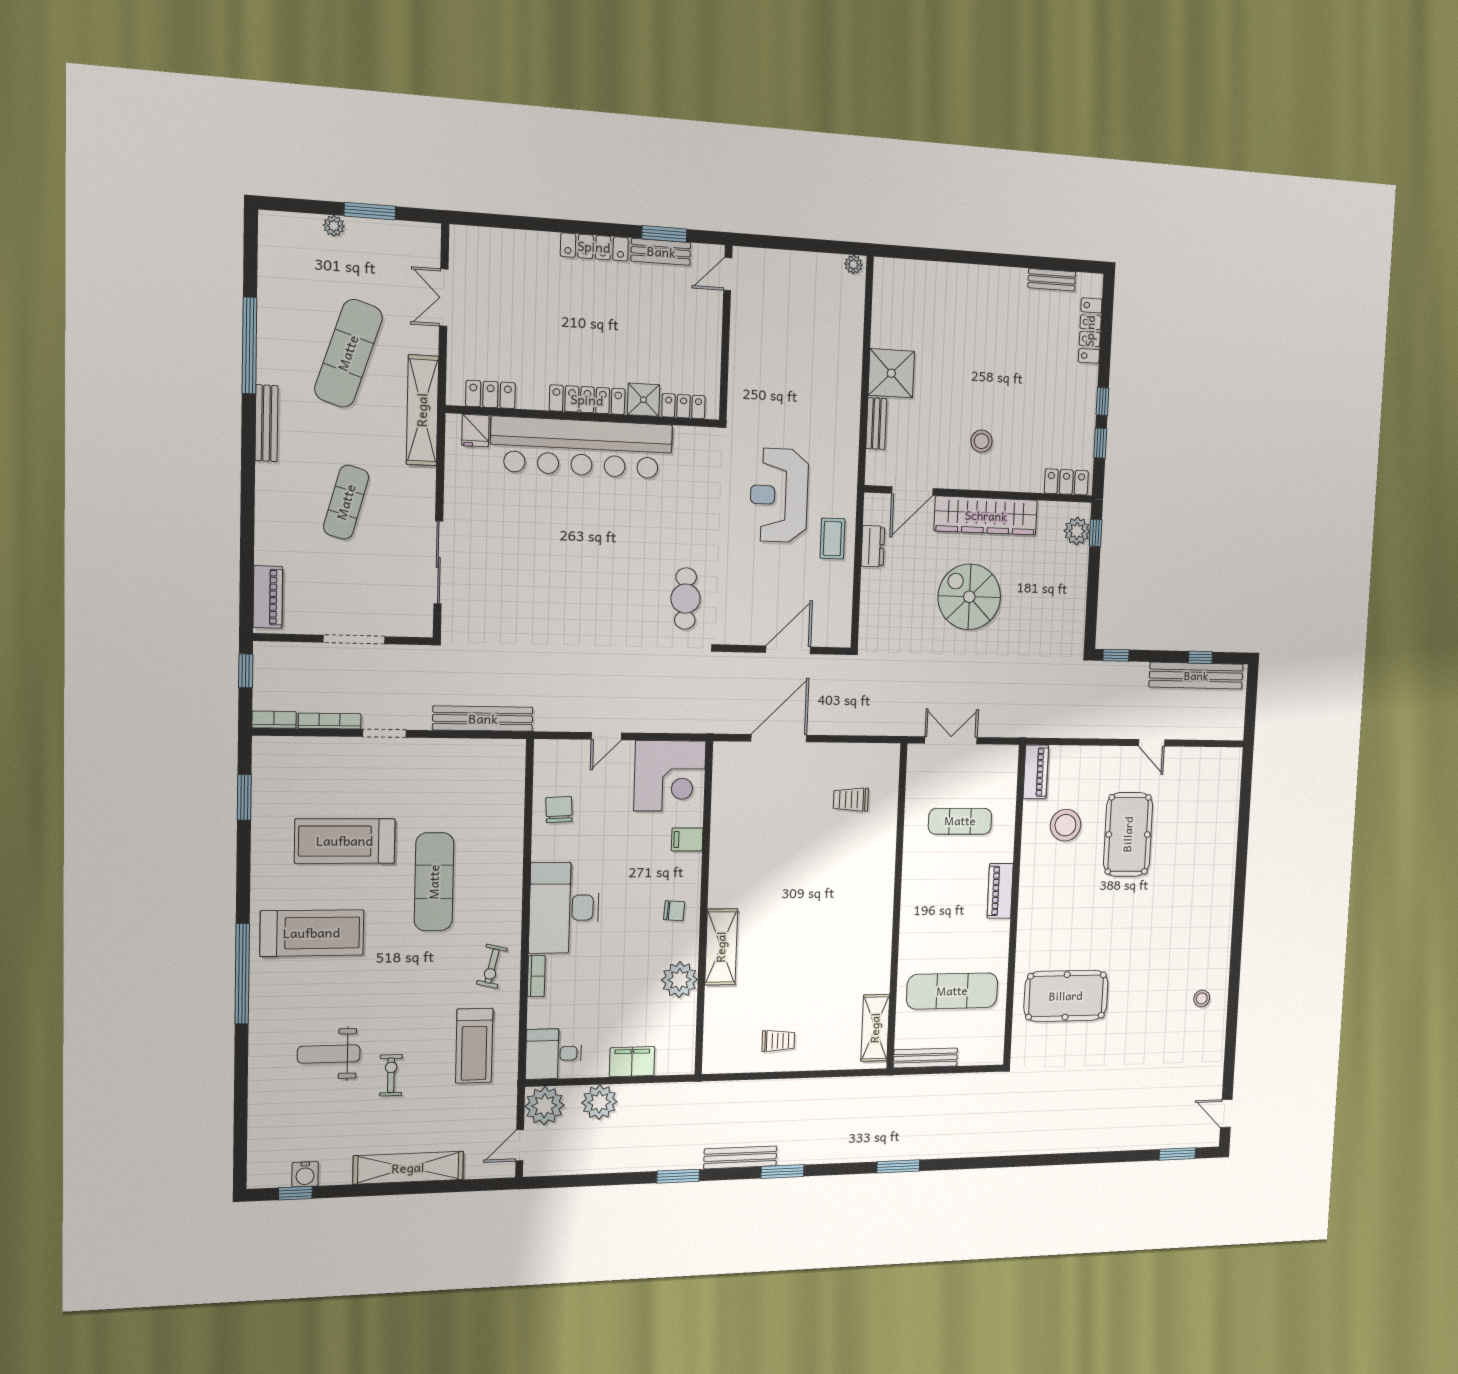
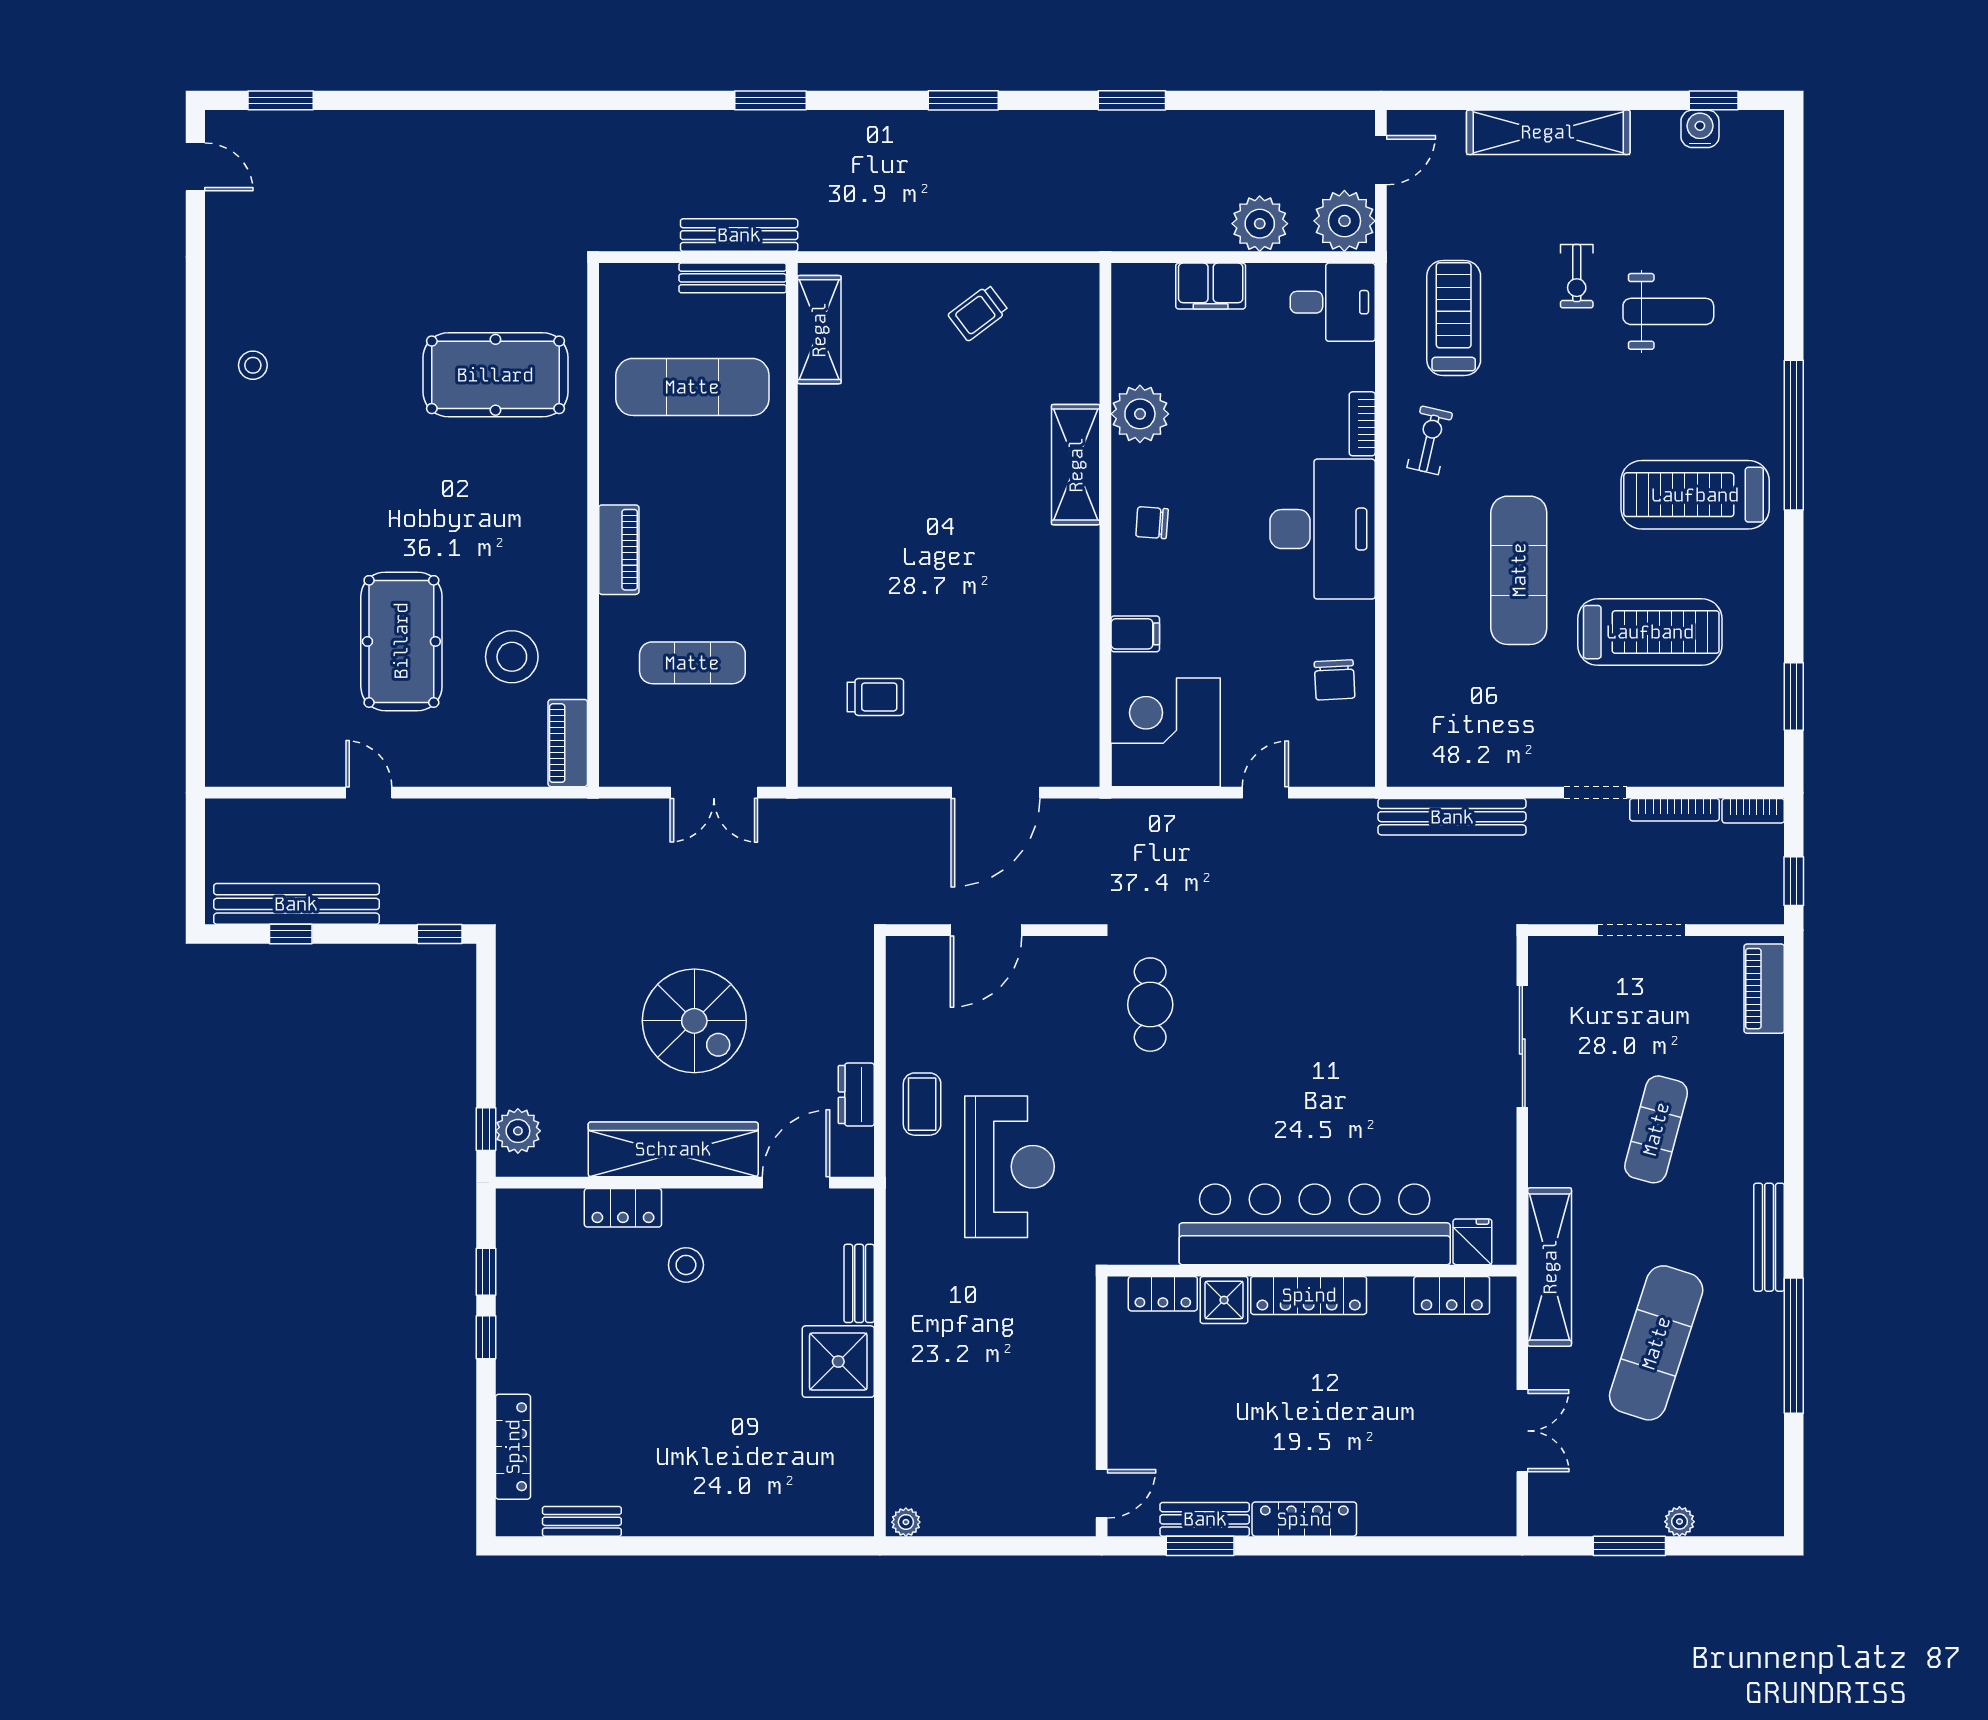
locker: (1066, 482) -> (623, 1208), moved
trolley: (778, 1041) -> (978, 313), turned -37
bench: (740, 1157) -> (739, 235), moved

